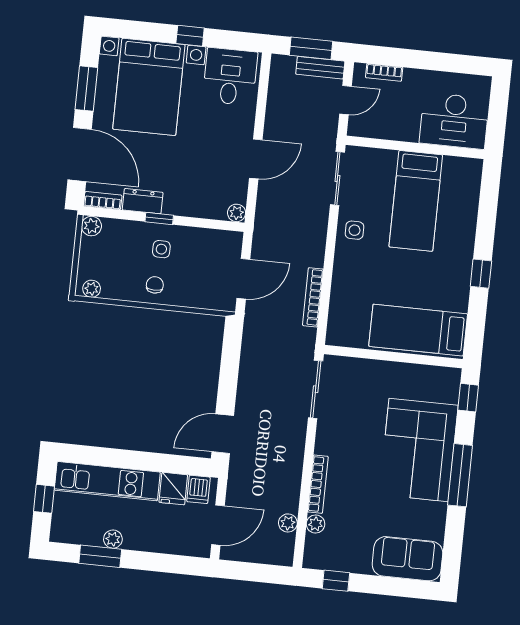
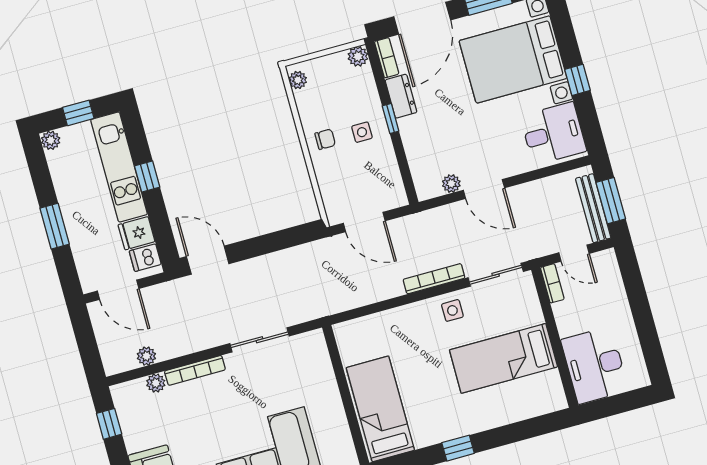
bench: (320, 68) -> (593, 208), width x1.36
bookcase: (384, 72) -> (552, 283), moved, turned 180
plant: (237, 213) -> (451, 184), moved
bookcase: (313, 297) -> (434, 279), moved
sliding door: (316, 389) -> (259, 340), moved
window: (126, 459) -> (147, 177), added
plant: (113, 539) -> (51, 140), moved
window: (100, 556) -> (55, 226), moved

